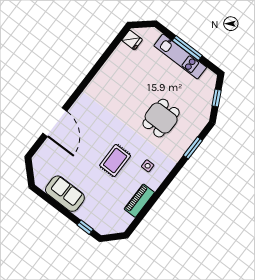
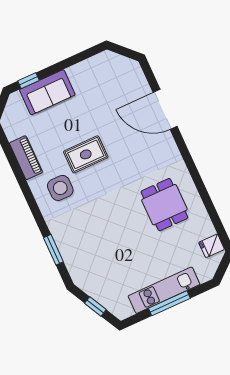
dining table: (161, 118) -> (164, 205), moved
rug: (115, 160) -> (86, 154), turned 90
side table: (148, 166) -> (60, 188), width x1.87, depth x1.87
sofa: (65, 194) -> (47, 92), moved

